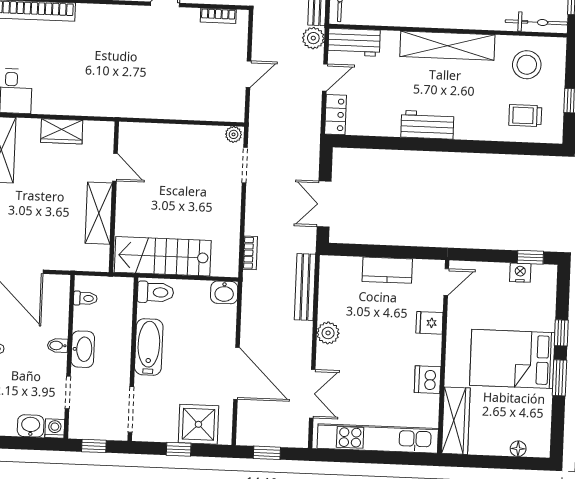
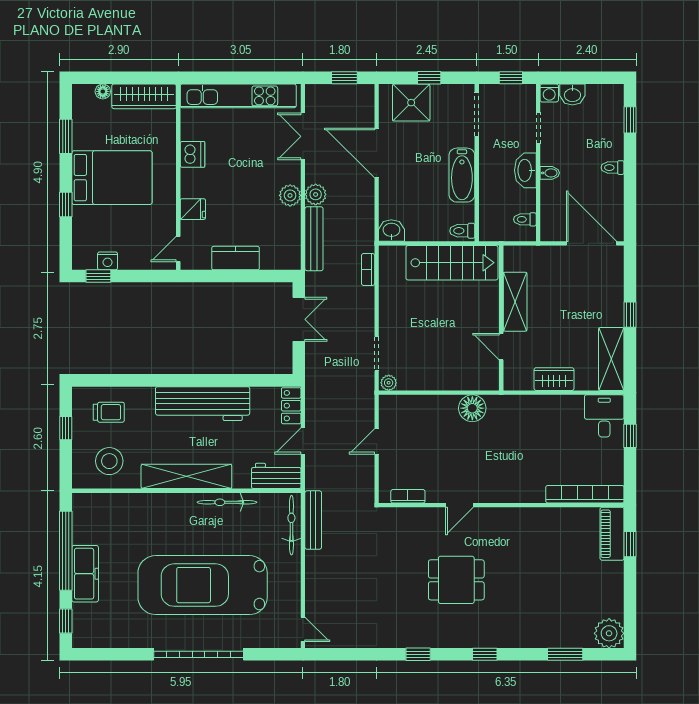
bicycle: (536, 22) -> (227, 502), moved
plant: (313, 38) -> (316, 194), moved
floor lamp: (148, 104) -> (472, 408), added
workbench: (427, 125) -> (203, 404), width x1.88, depth x1.32
toilet: (156, 292) -> (462, 231), width x0.73, depth x0.72
window: (559, 378) -> (66, 136), moved
wardrobe: (456, 421) -> (144, 96), moved, turned -90

